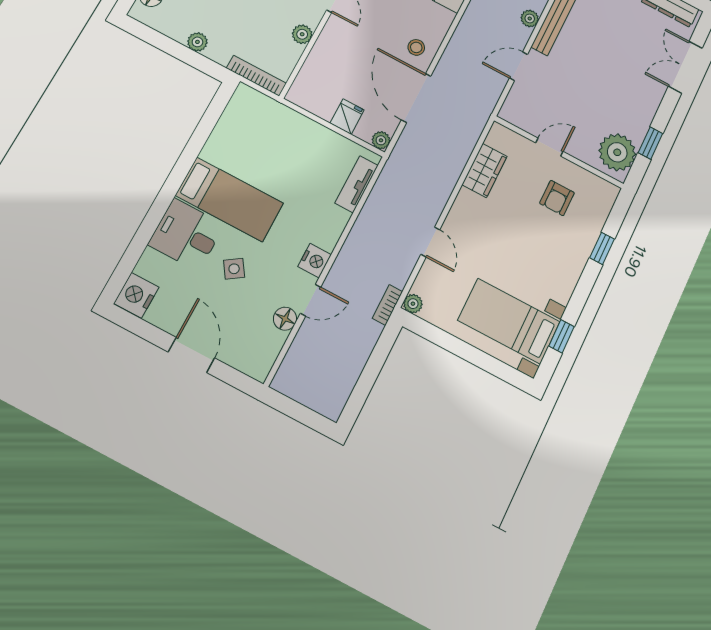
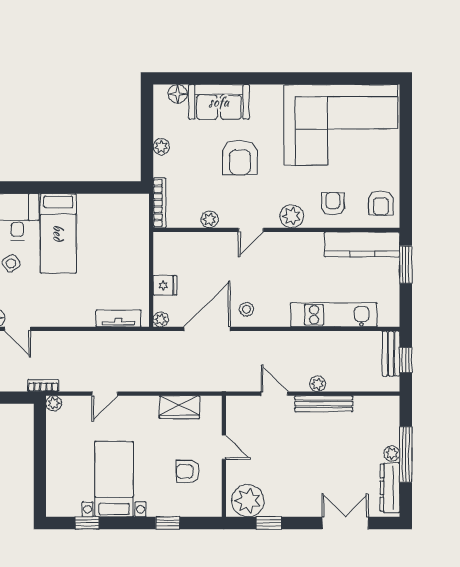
nightstand: (315, 261) -> (47, 317), removed
bed with nightstands: (509, 321) -> (114, 479), moved

